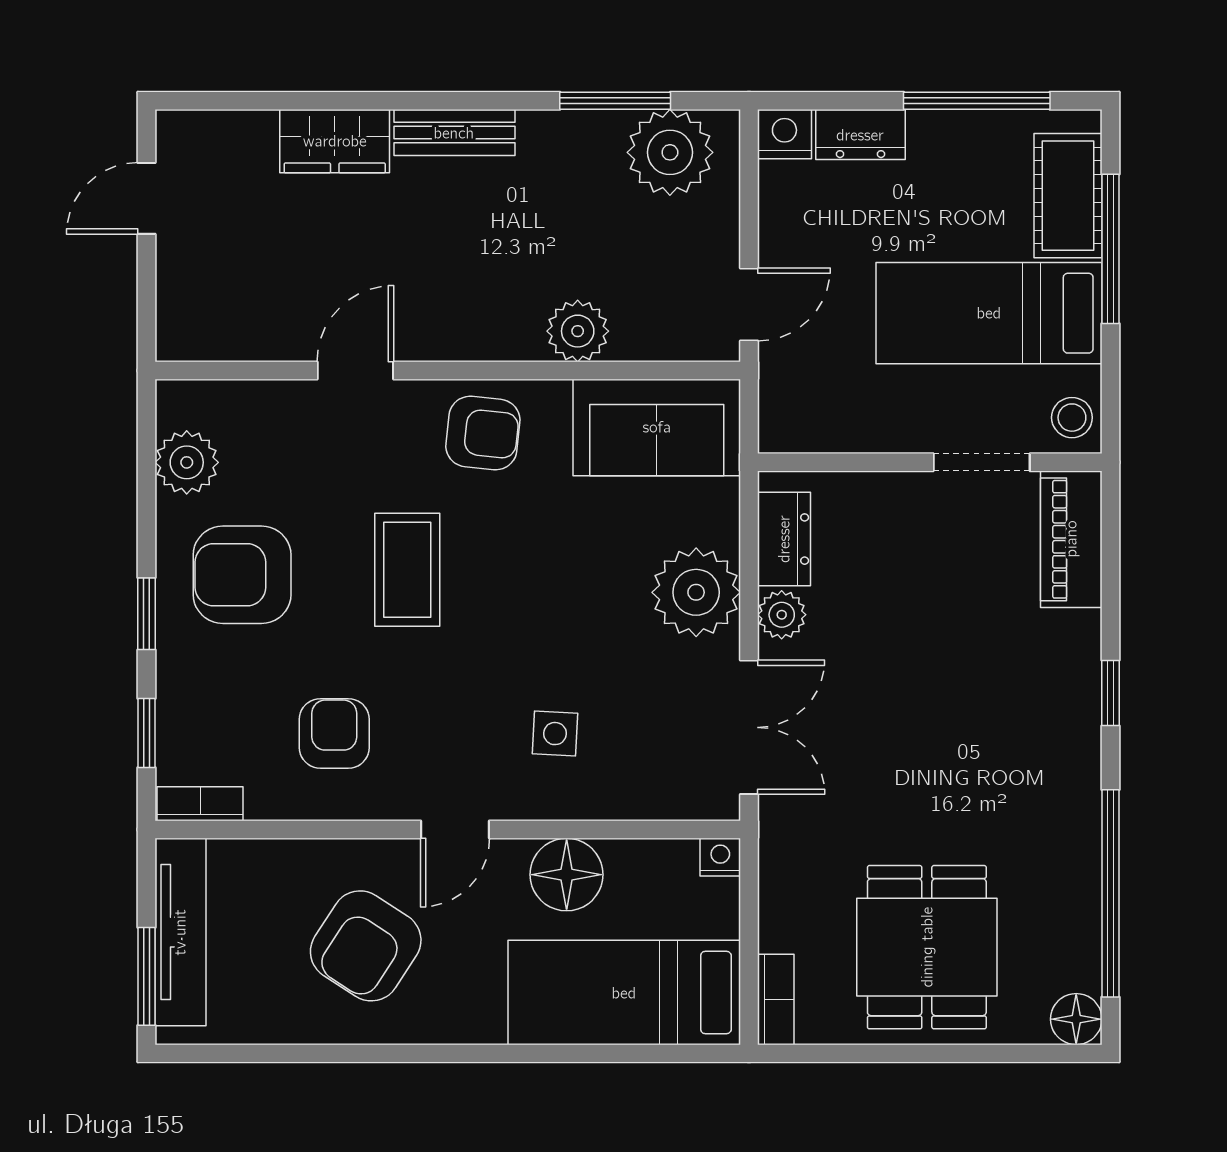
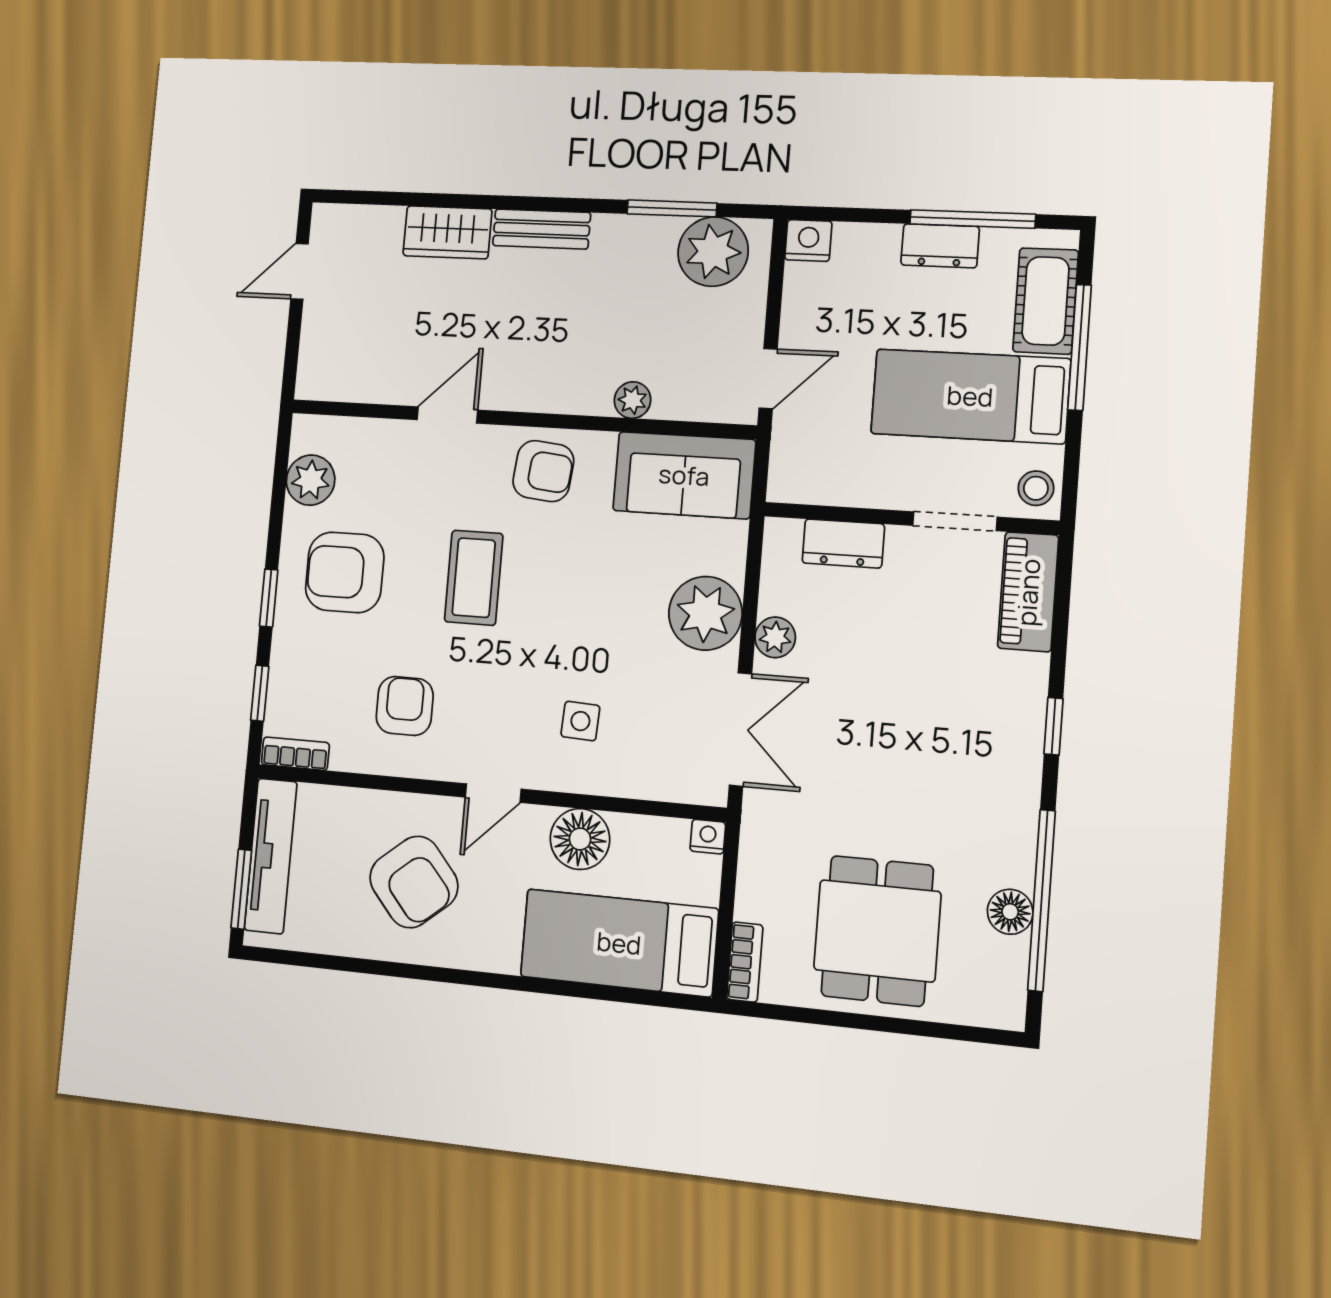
dresser: (860, 135) -> (940, 246), moved
plant: (578, 331) -> (632, 400), width x0.73, depth x0.73
dresser: (784, 539) -> (843, 544), moved, turned 90
armchair: (366, 946) -> (414, 882), turned -73
floor lamp: (1076, 1019) -> (1010, 912), moved

